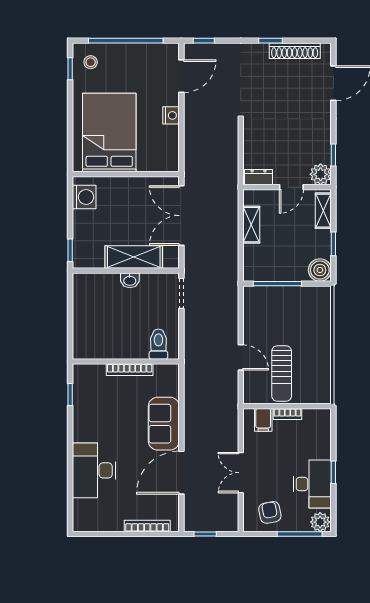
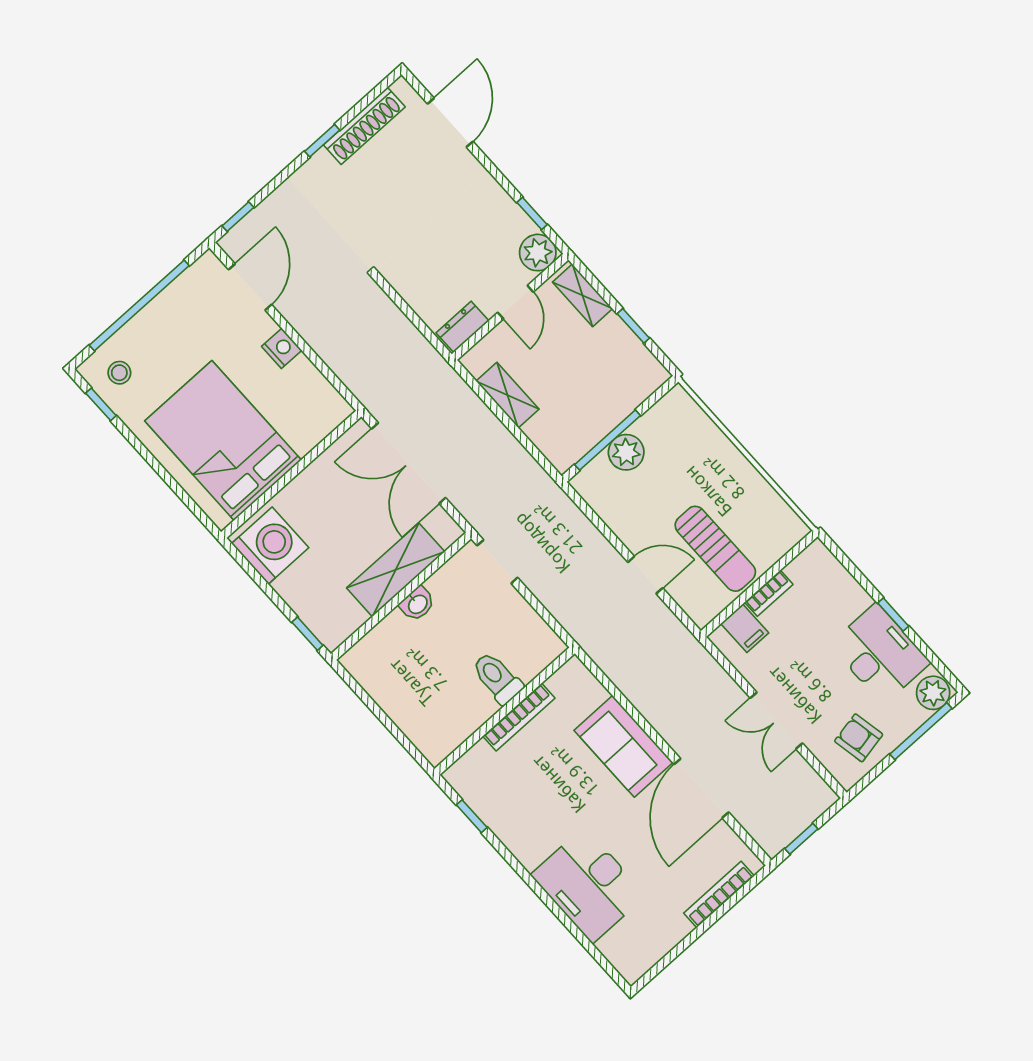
washing machine: (84, 197) -> (270, 546), width x1.37, depth x1.37
boiler: (320, 270) -> (646, 374), removed
plant: (281, 296) -> (626, 452), added
toilet: (158, 344) -> (497, 678), moved

